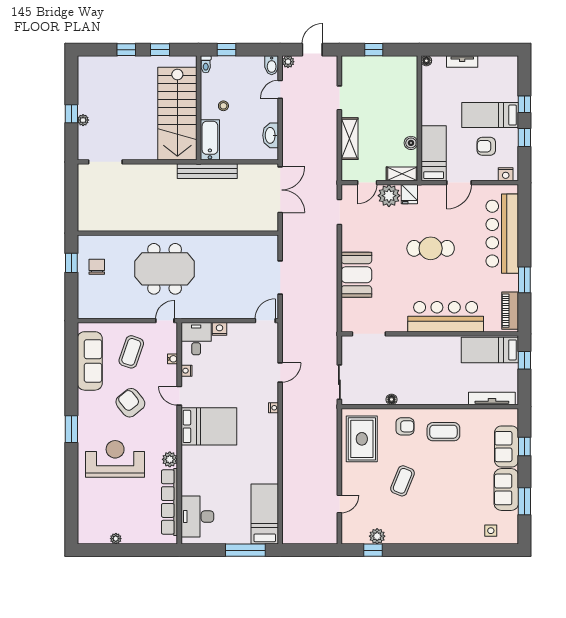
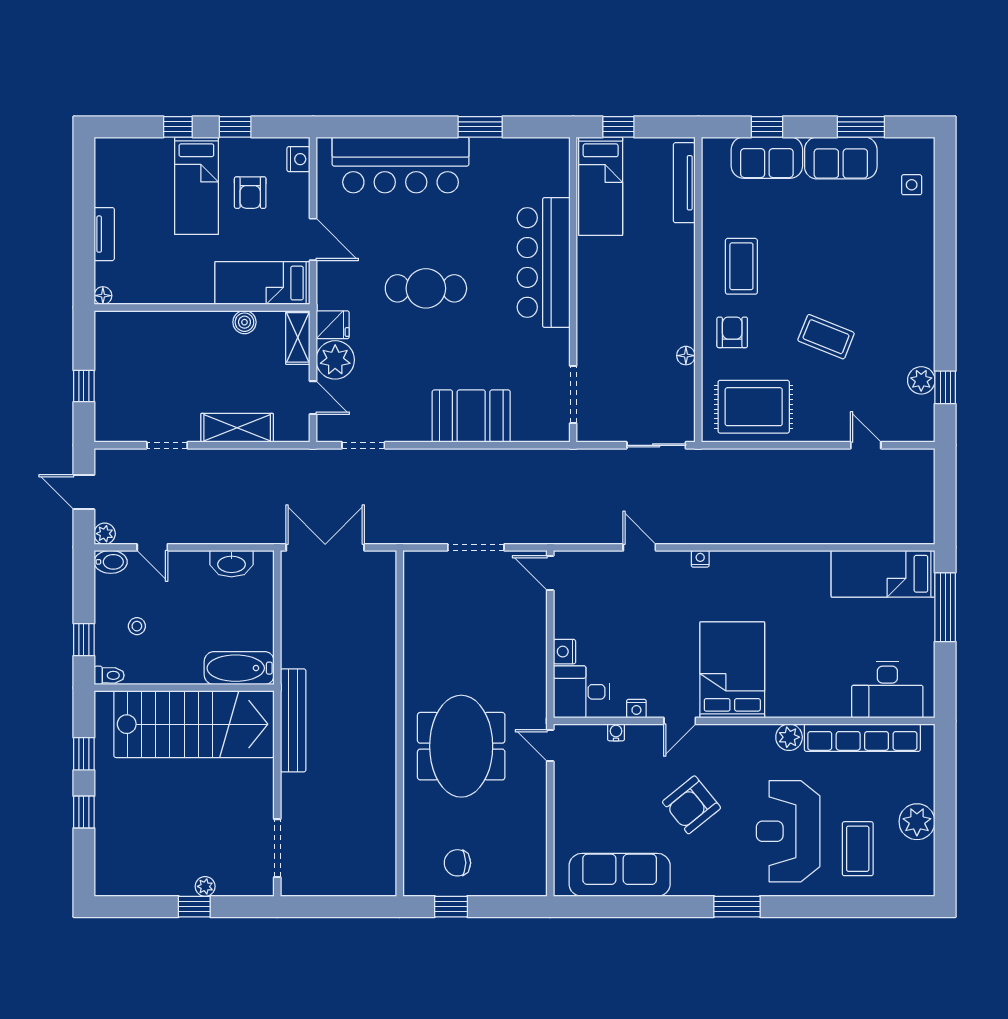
stool: (223, 106) -> (137, 626), moved
bench: (207, 171) -> (293, 720), moved
cafe table: (431, 248) -> (426, 288), turned 90
piano: (510, 311) -> (533, 151), removed
coffee table: (131, 352) -> (858, 849), moved, turned 71
plant: (116, 539) -> (917, 822), width x1.87, depth x1.87

